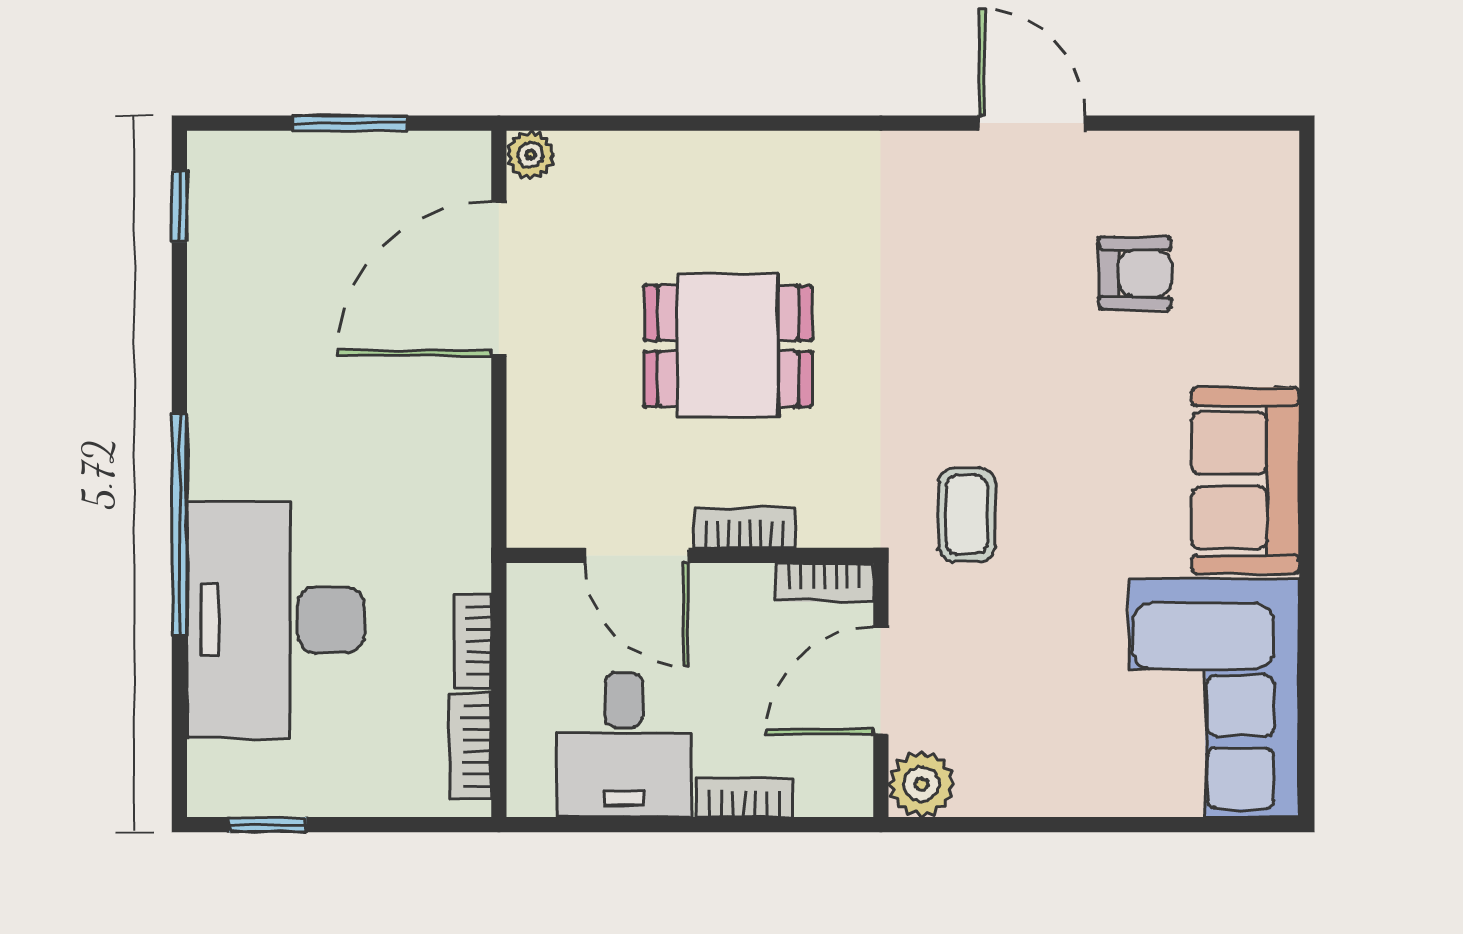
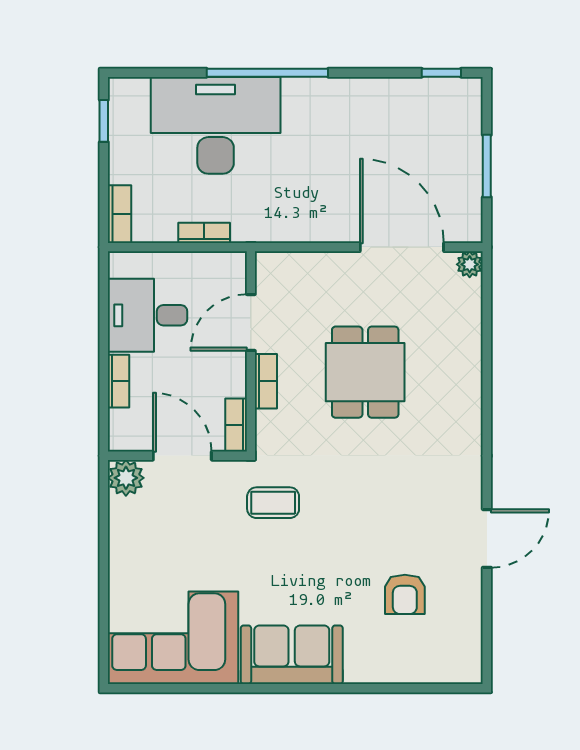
bookcase: (470, 746) -> (119, 214), moved, turned 90

